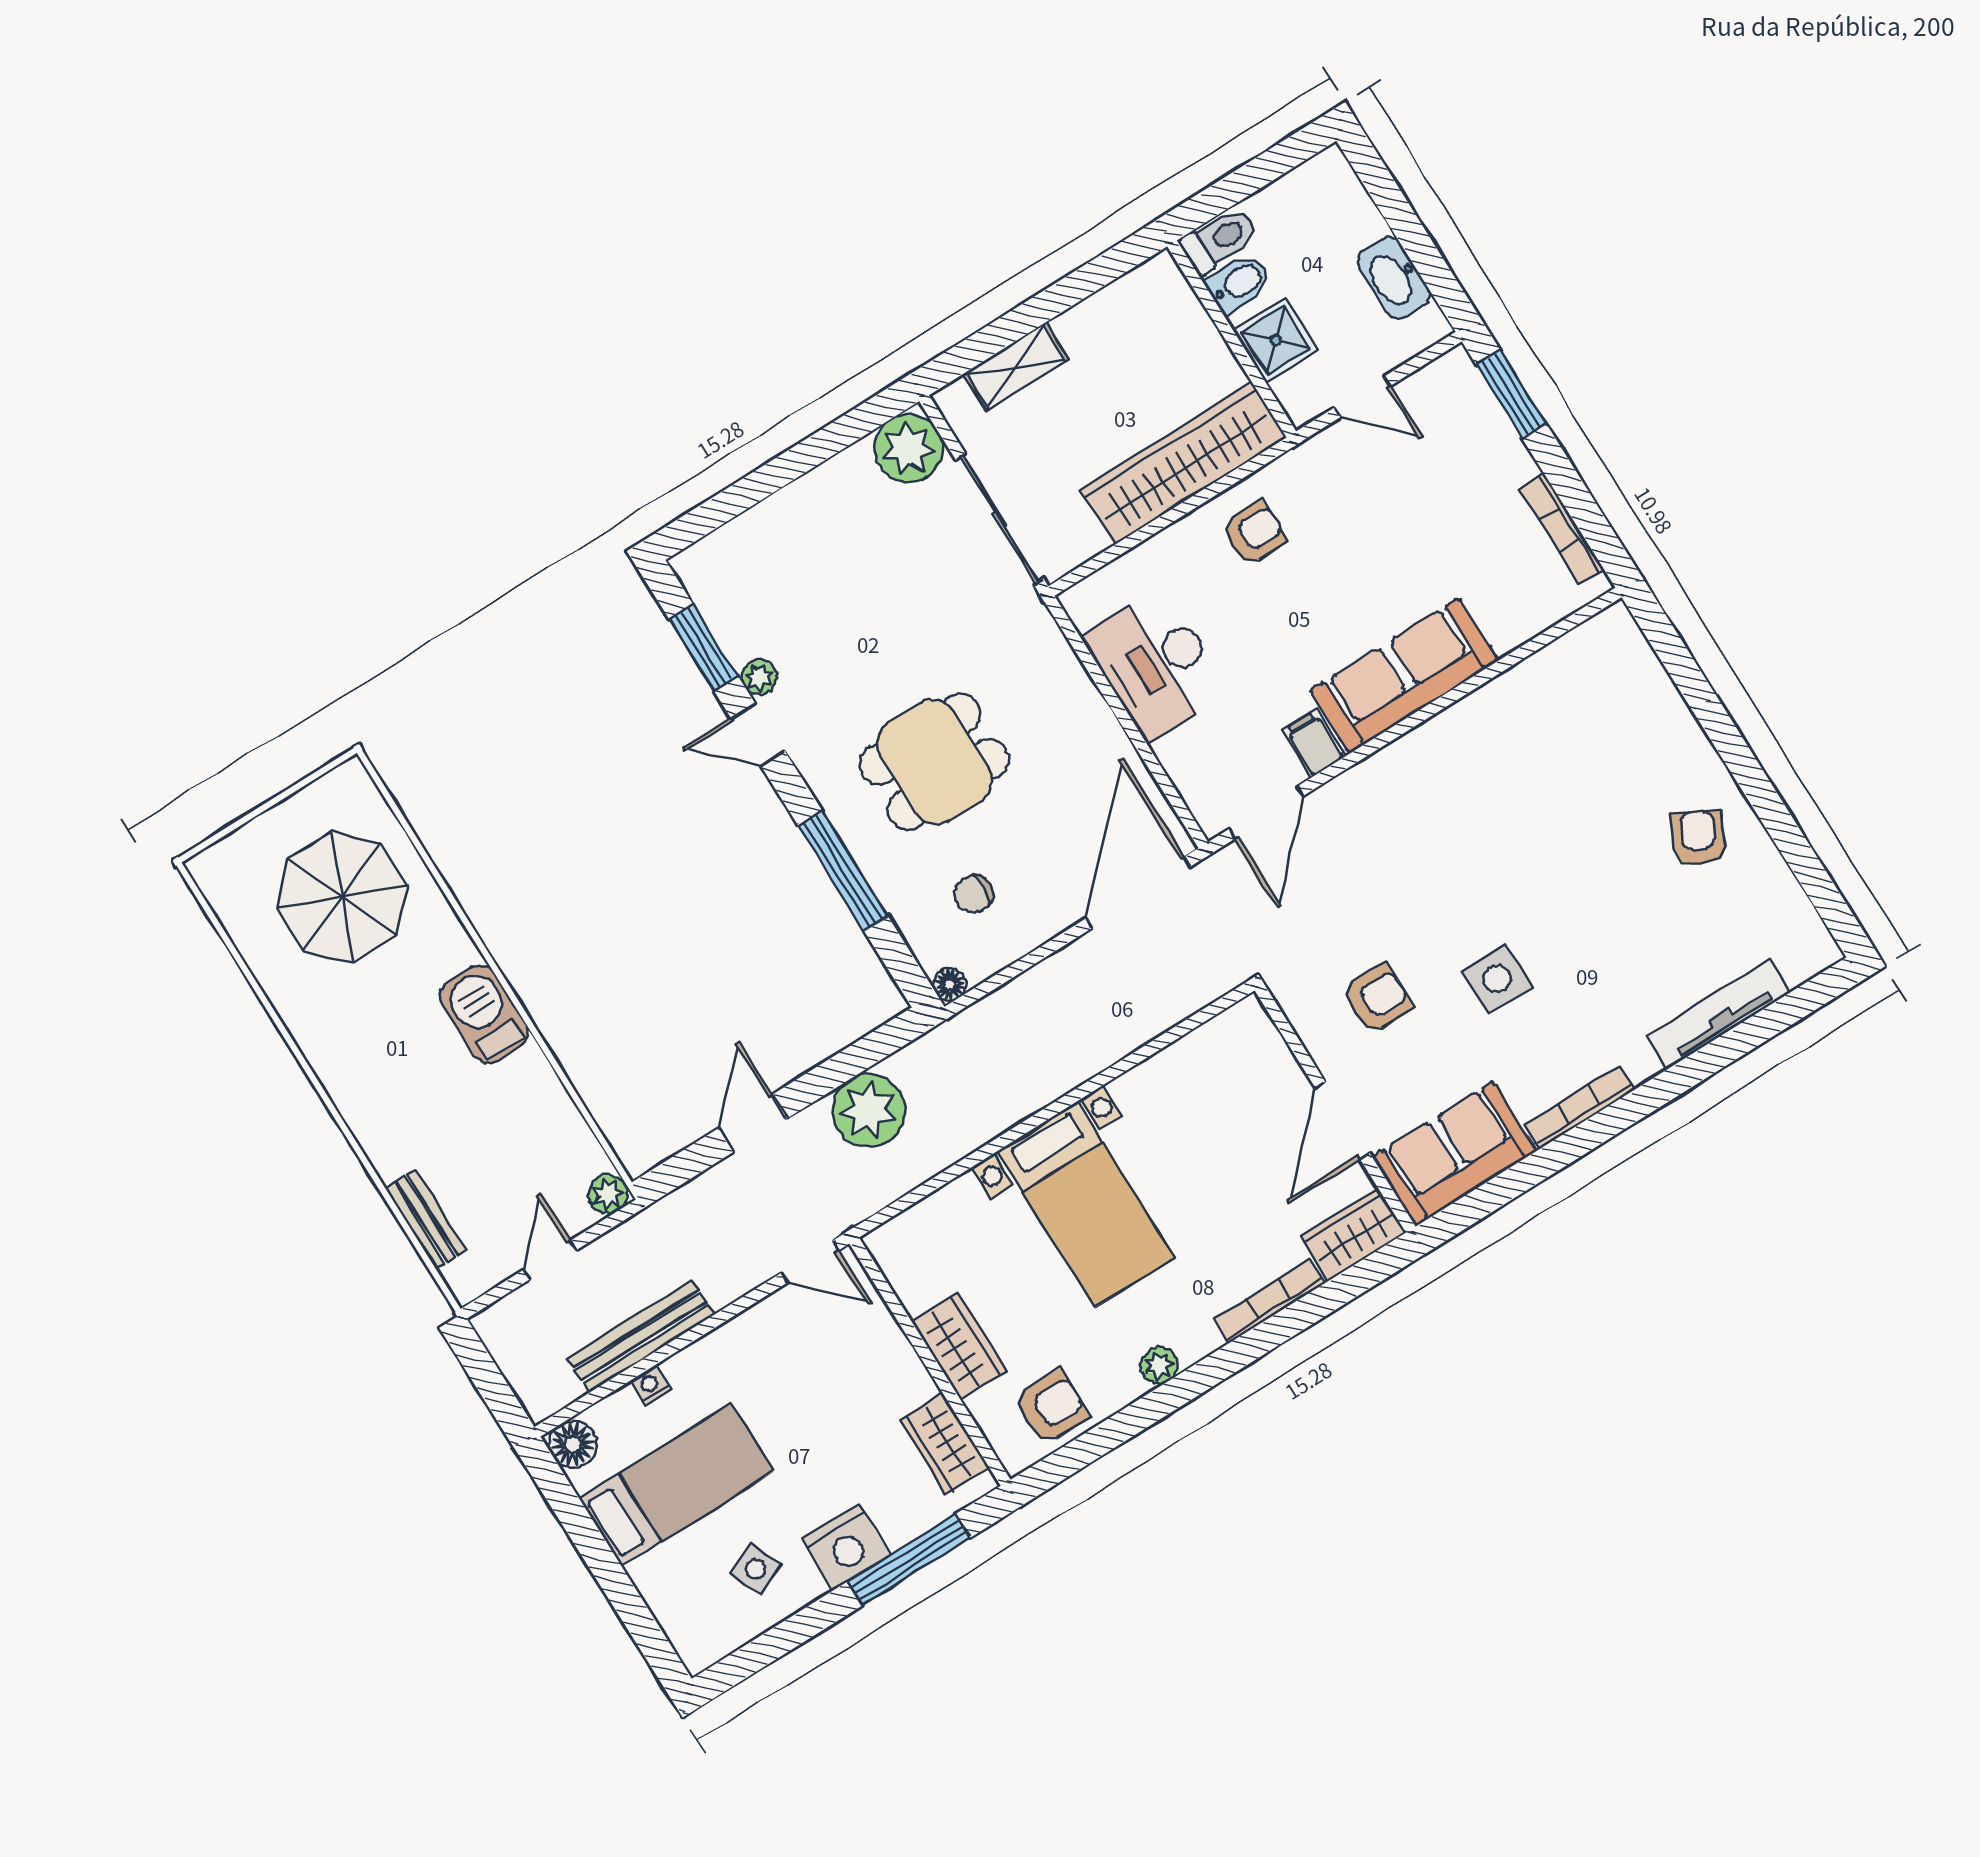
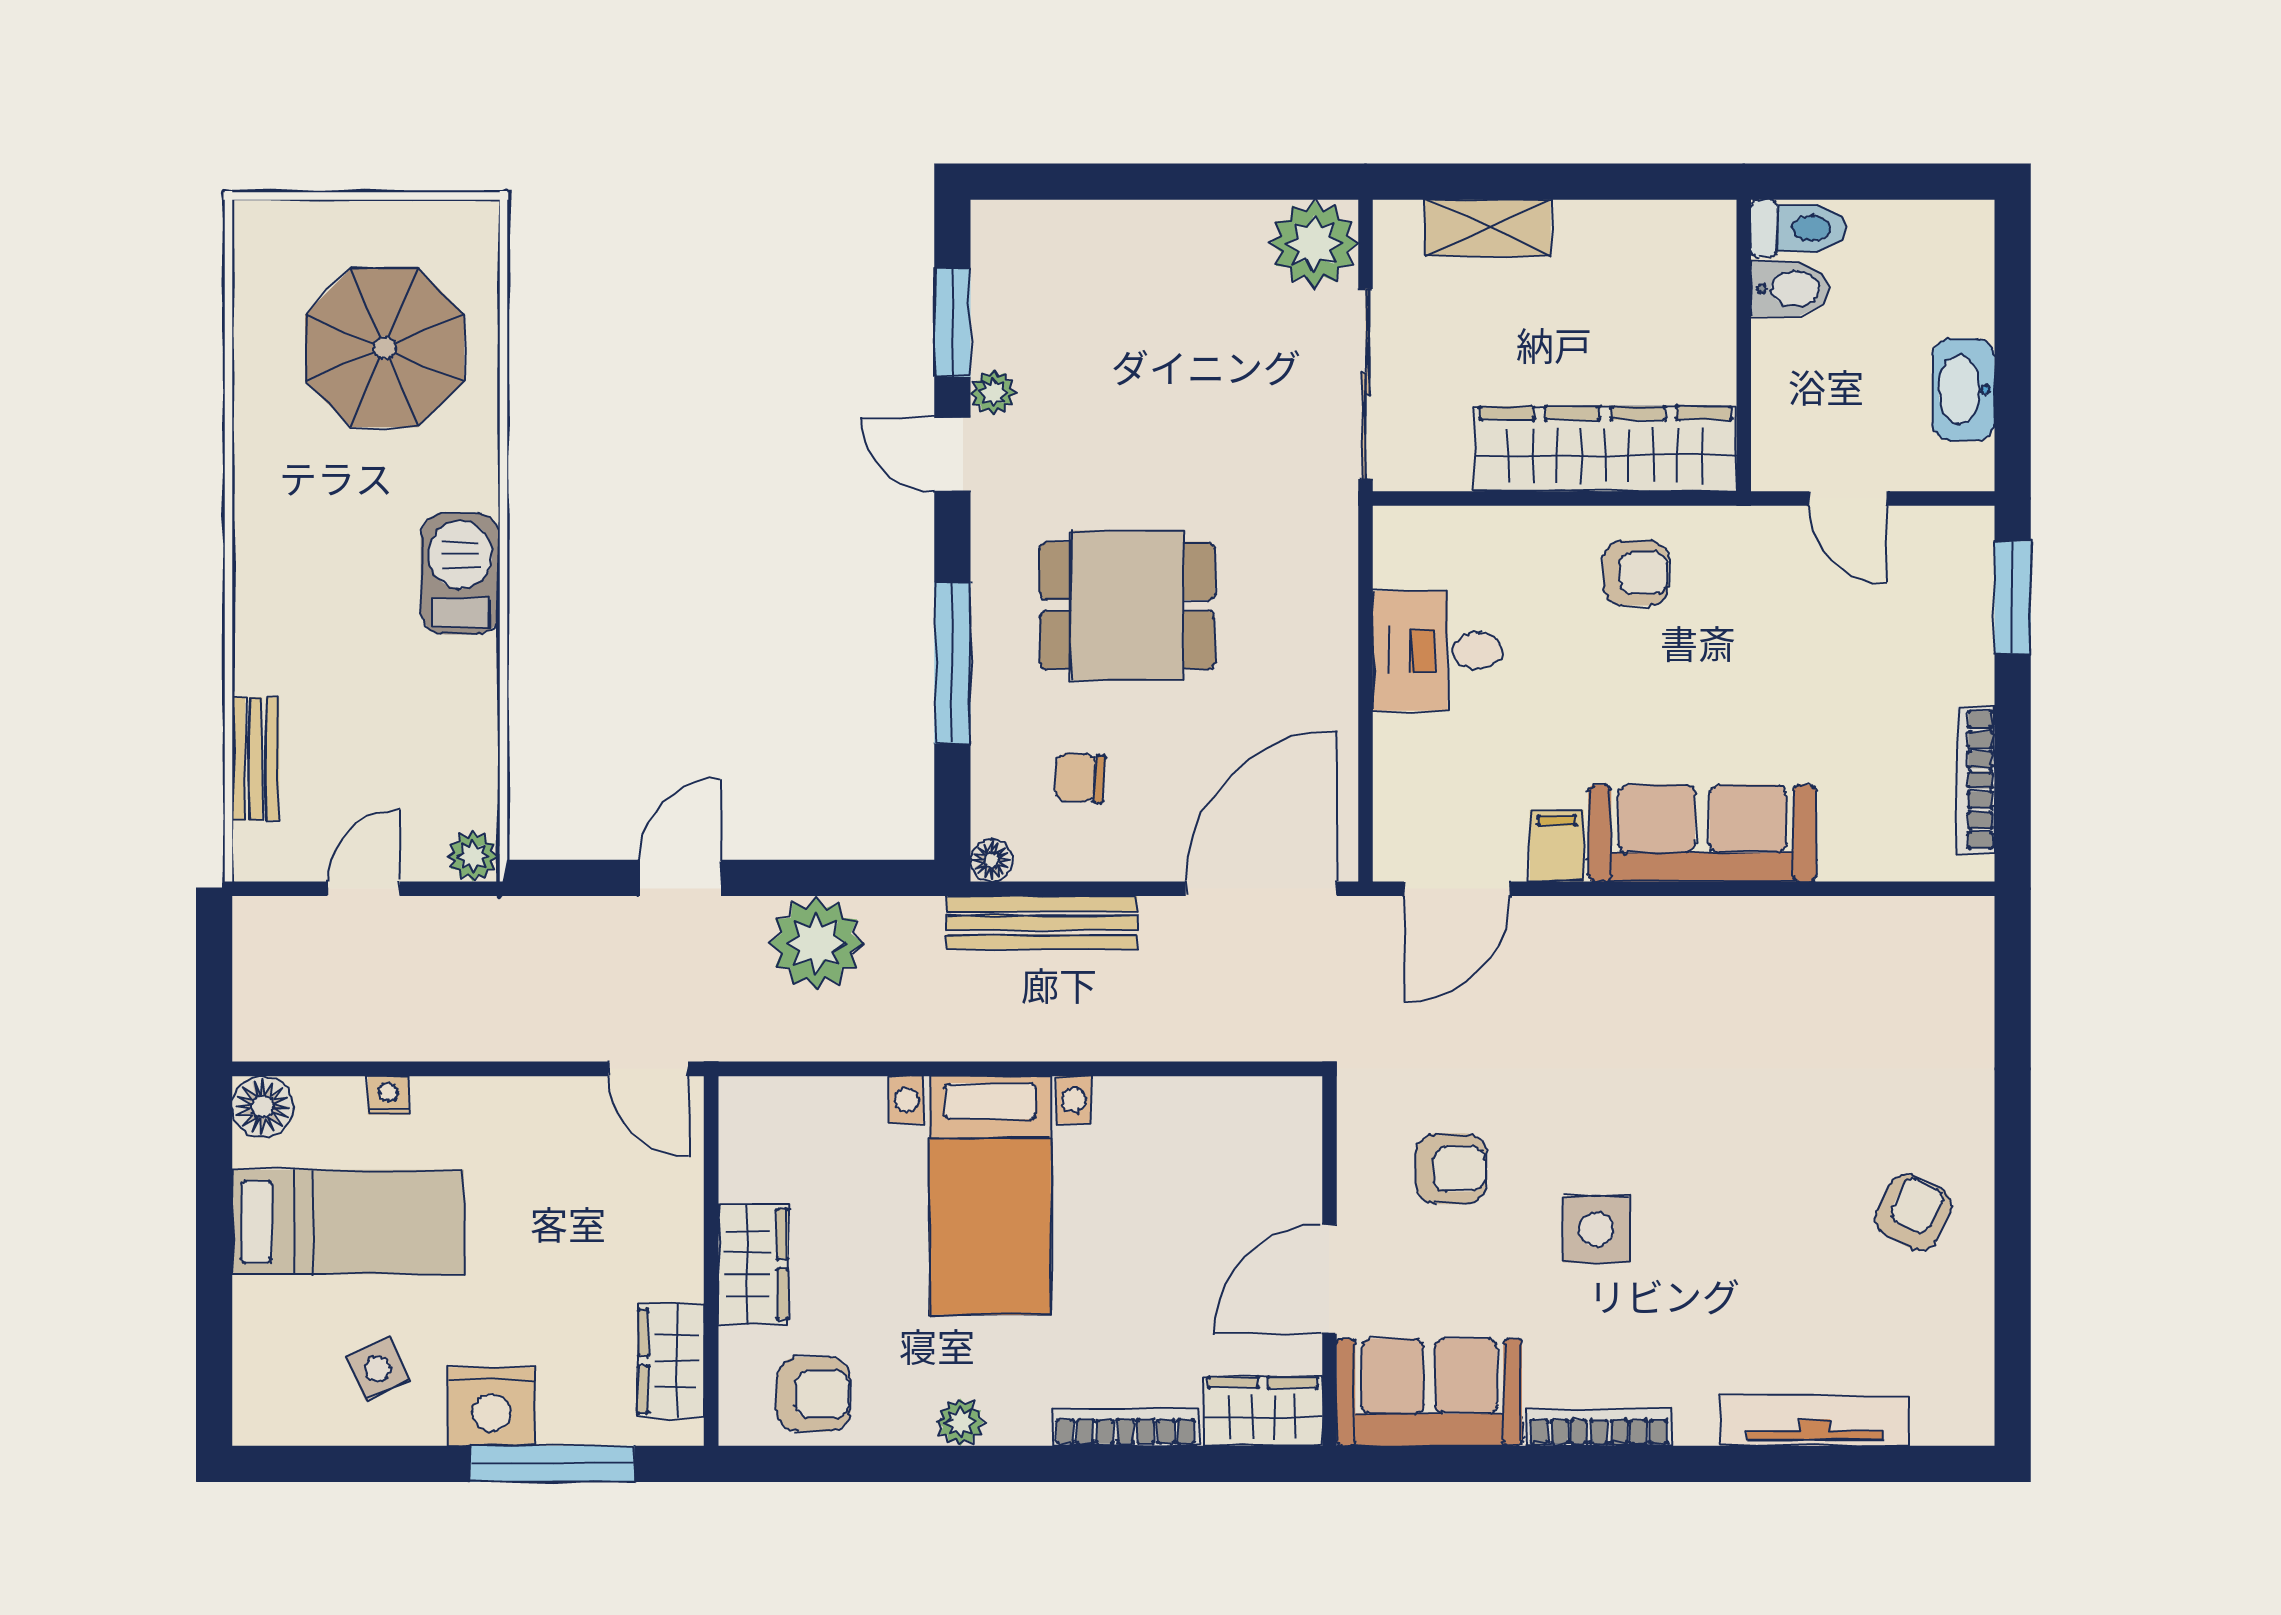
shower: (1276, 340) -> (1791, 377), removed
desk: (1156, 664) -> (1437, 651), width x0.73
bench: (641, 1336) -> (1042, 923), moved

